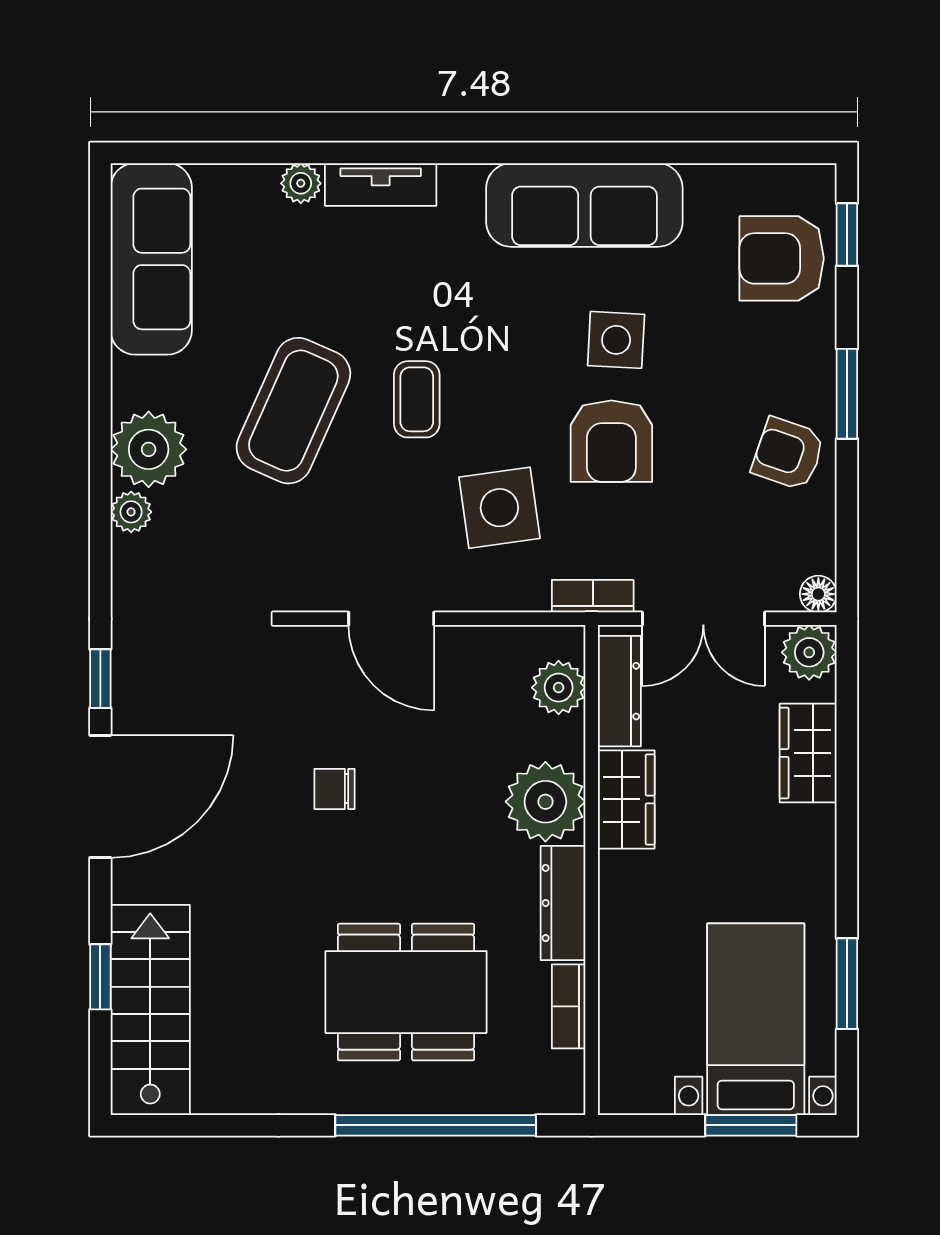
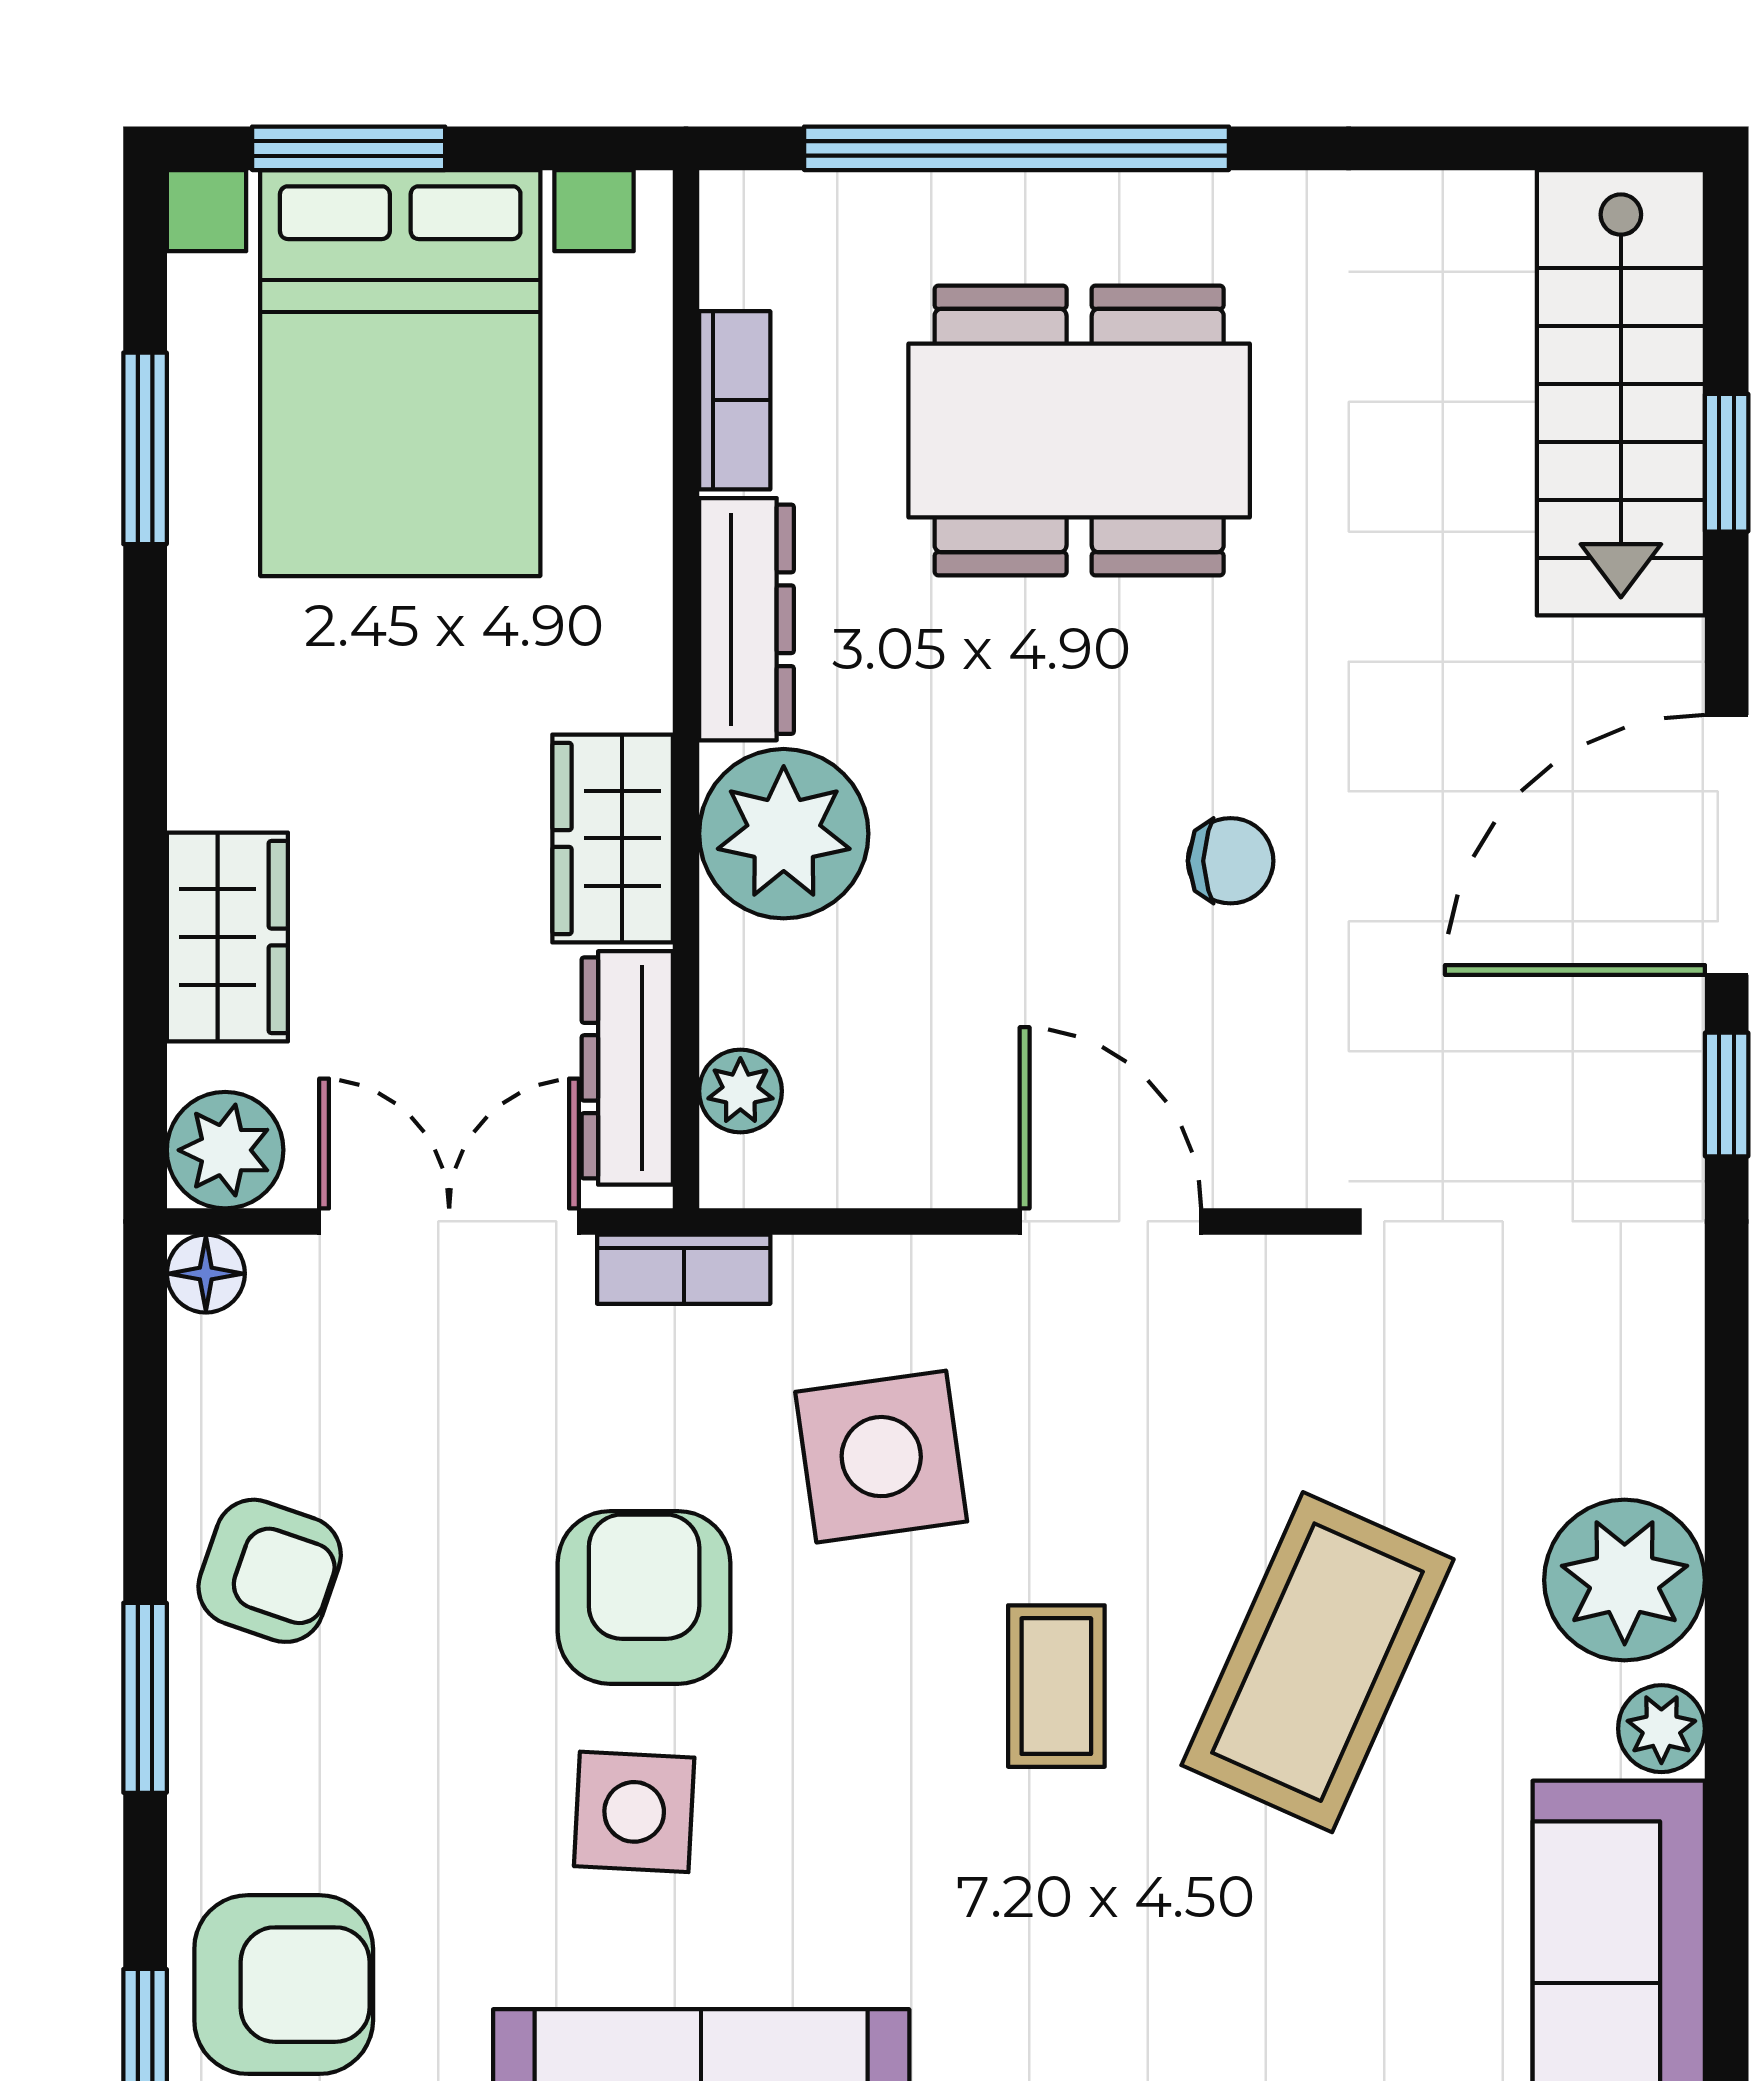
plant: (131, 512) -> (1661, 1729), moved
plant: (559, 688) -> (740, 1091), width x0.73, depth x0.73
bed with nightstands: (756, 1019) -> (400, 373), width x1.36

